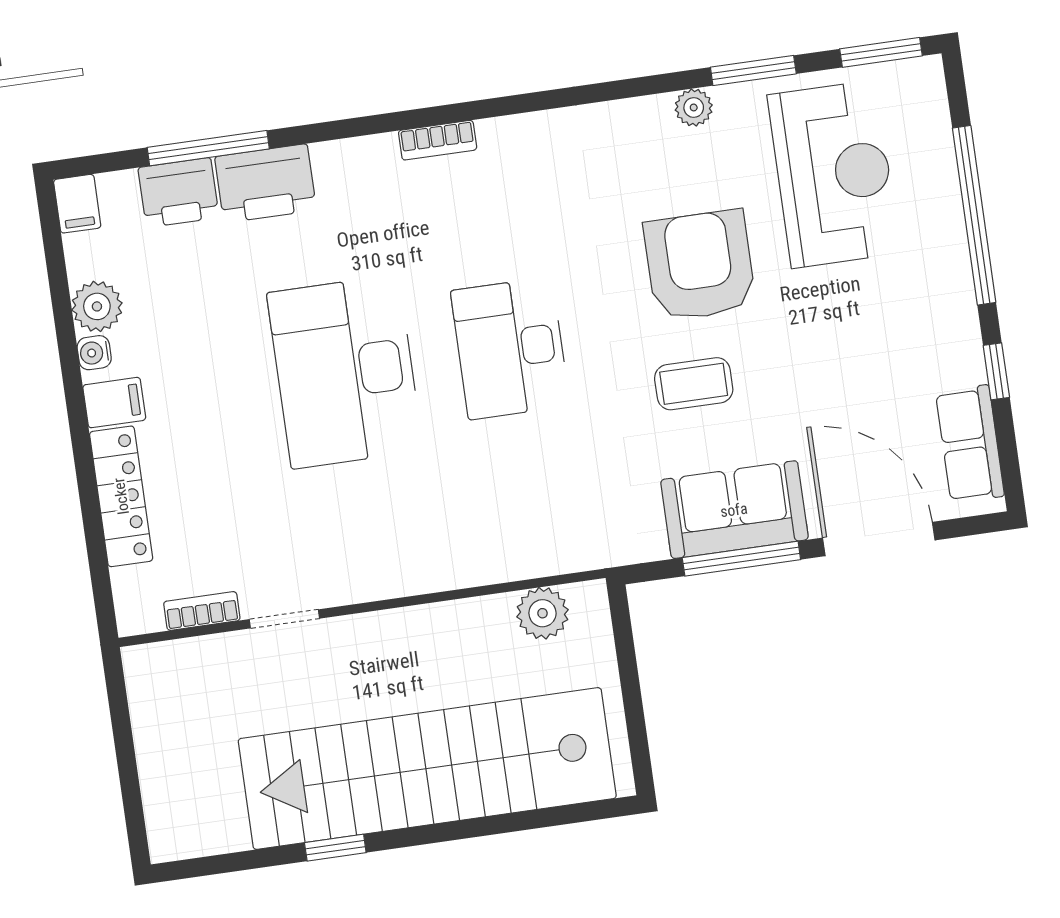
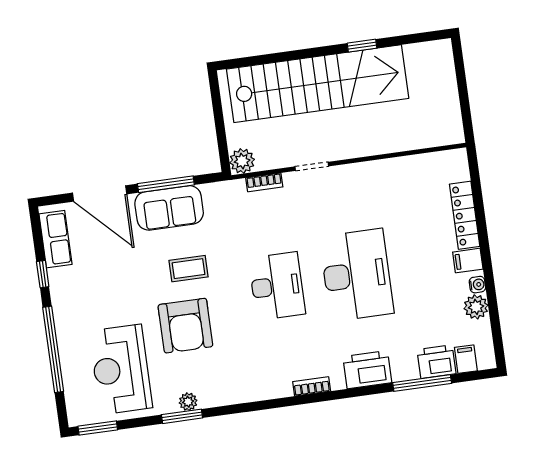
window: (753, 71) -> (182, 416), moved
printer: (266, 183) -> (367, 370), moved
filing cabinet: (77, 204) -> (466, 359), moved
bookcase: (202, 611) -> (264, 182), moved
plant: (542, 613) -> (242, 161), moved
doorway: (284, 619) -> (312, 166), moved

